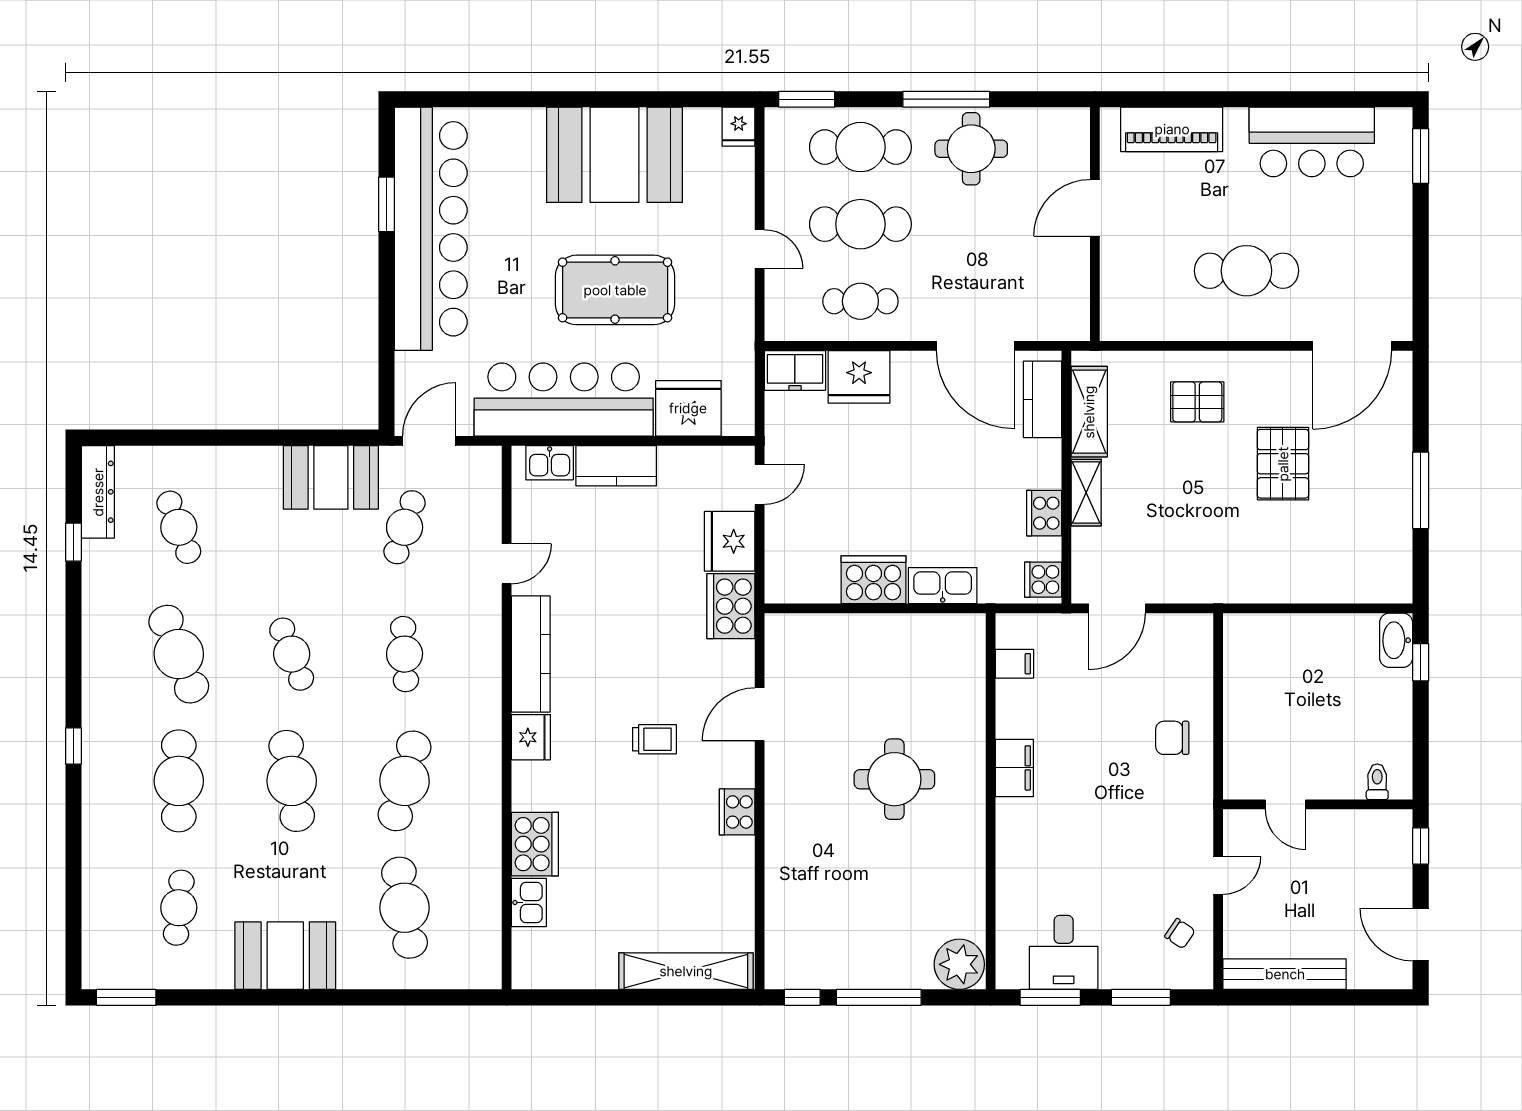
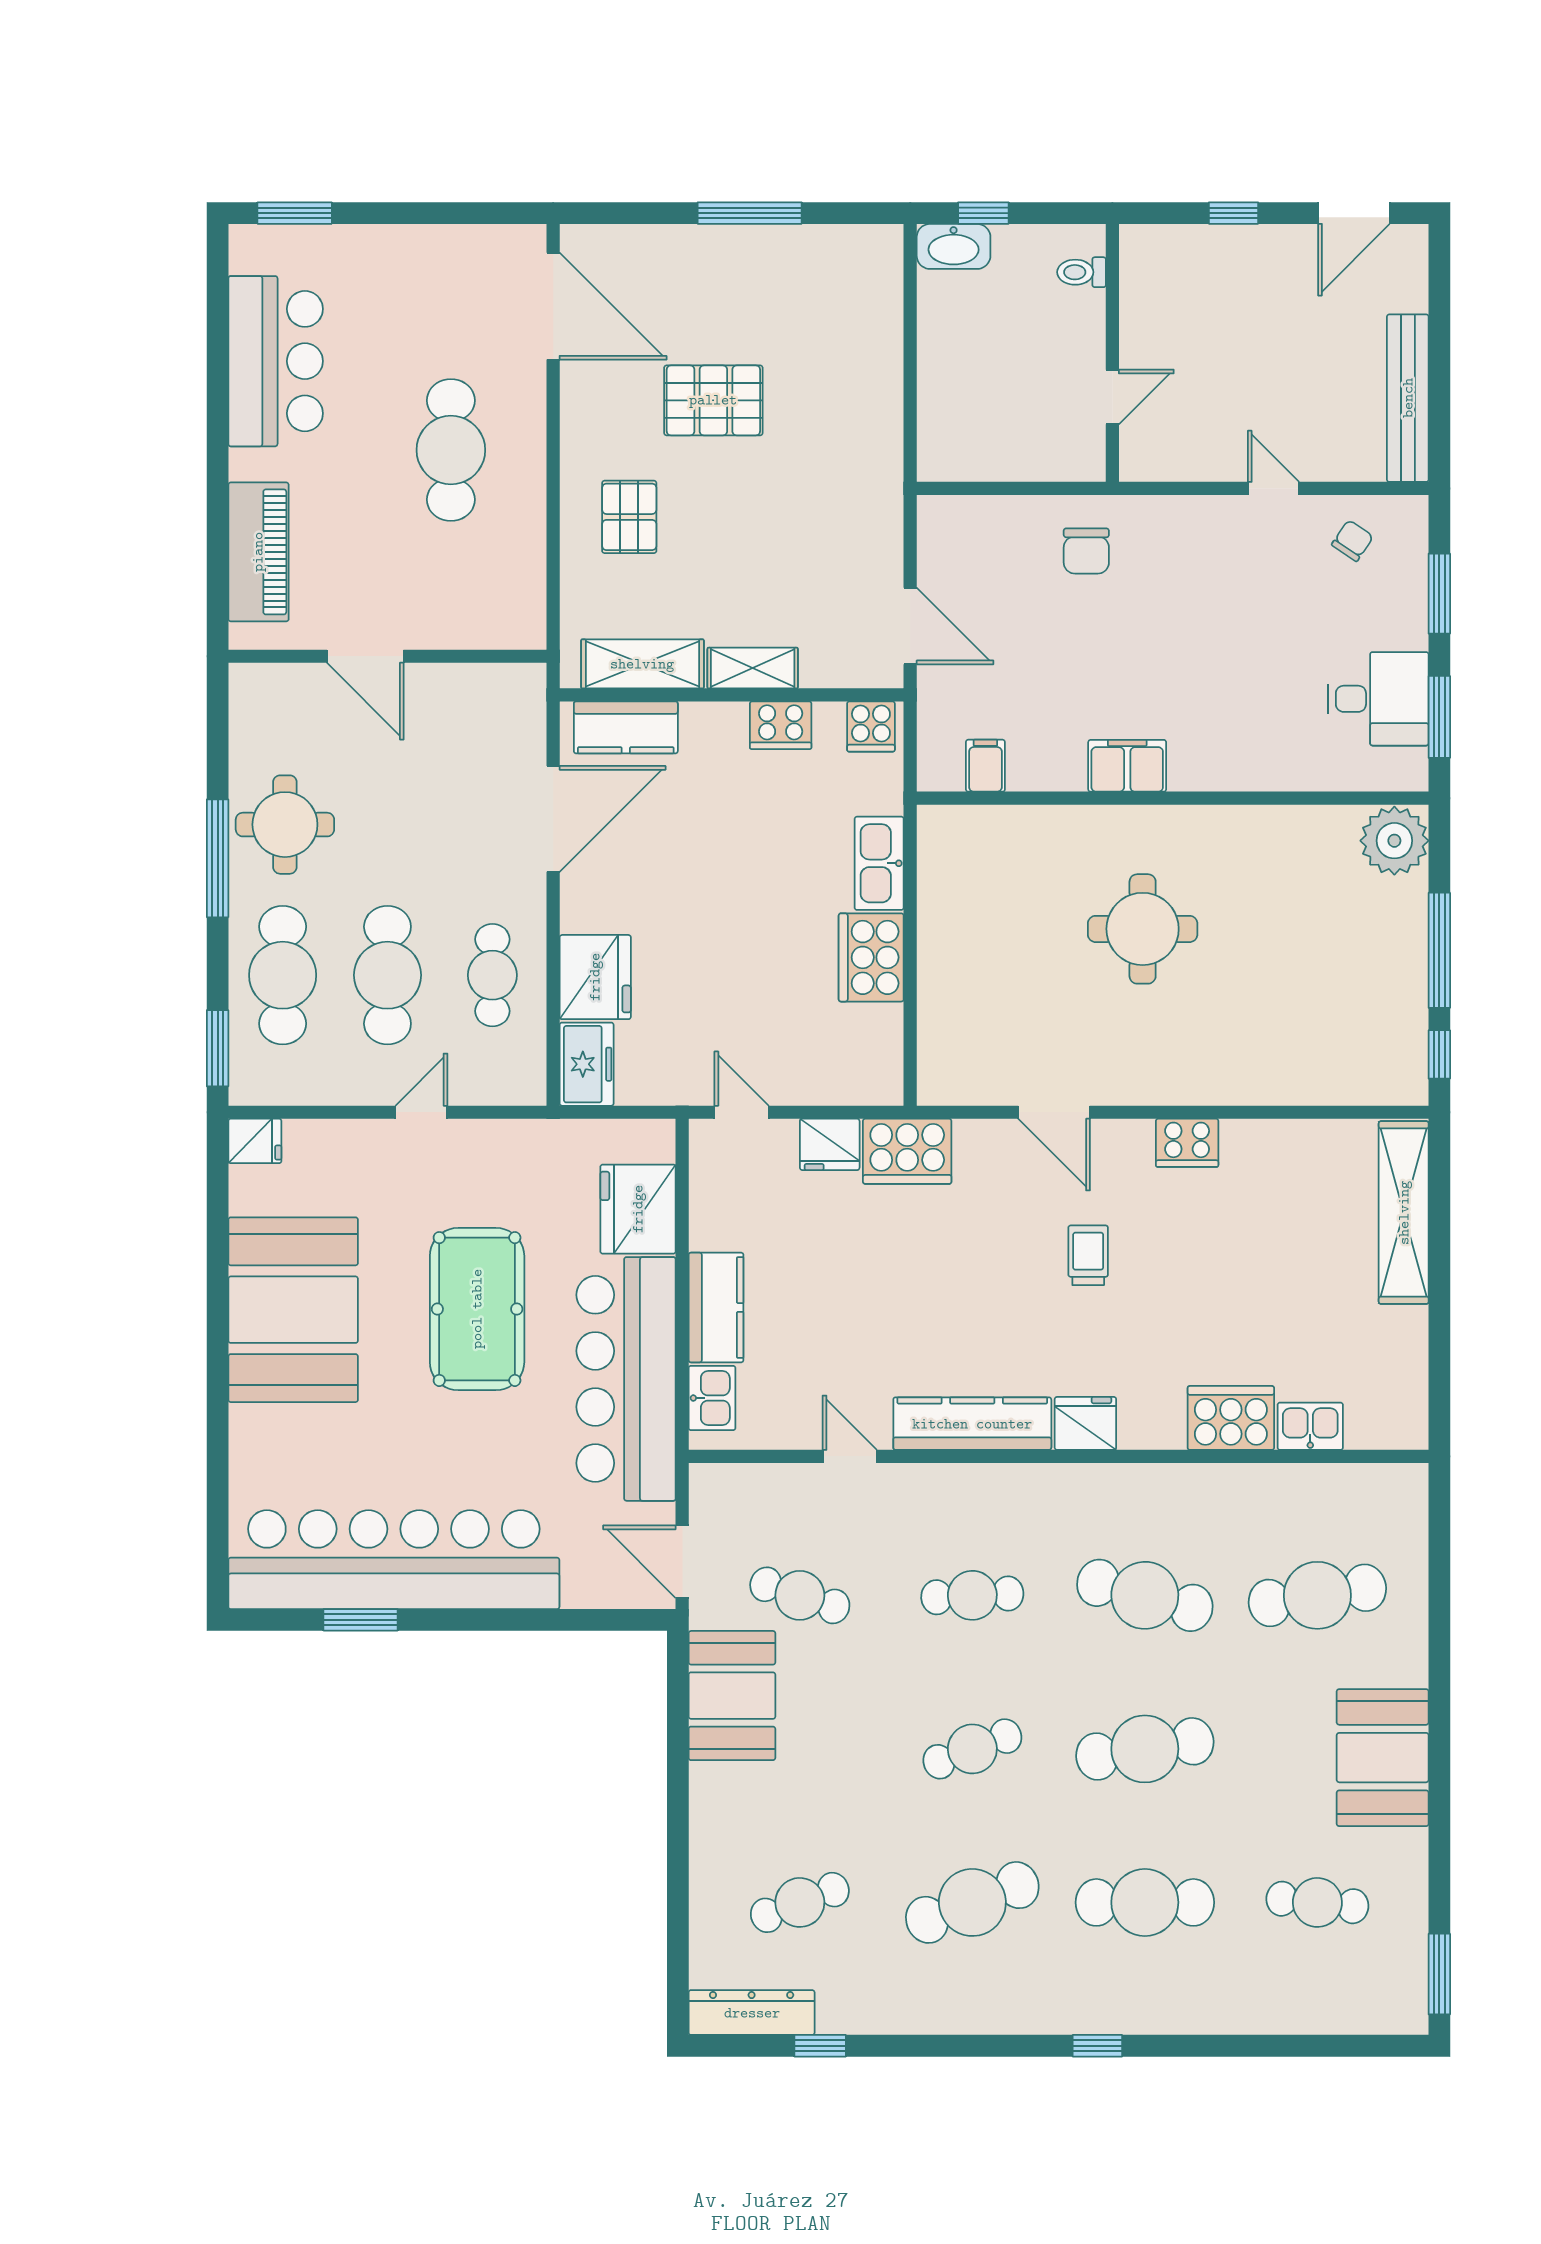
fridge: (730, 541) -> (830, 1144), width x0.73, depth x0.75
toilet: (1377, 782) -> (1082, 272), moved
door: (1285, 804) -> (1112, 397), moved
wall: (1318, 804) -> (1112, 353), moved

